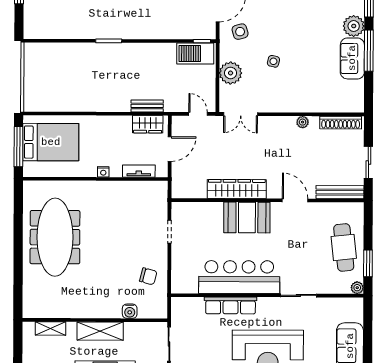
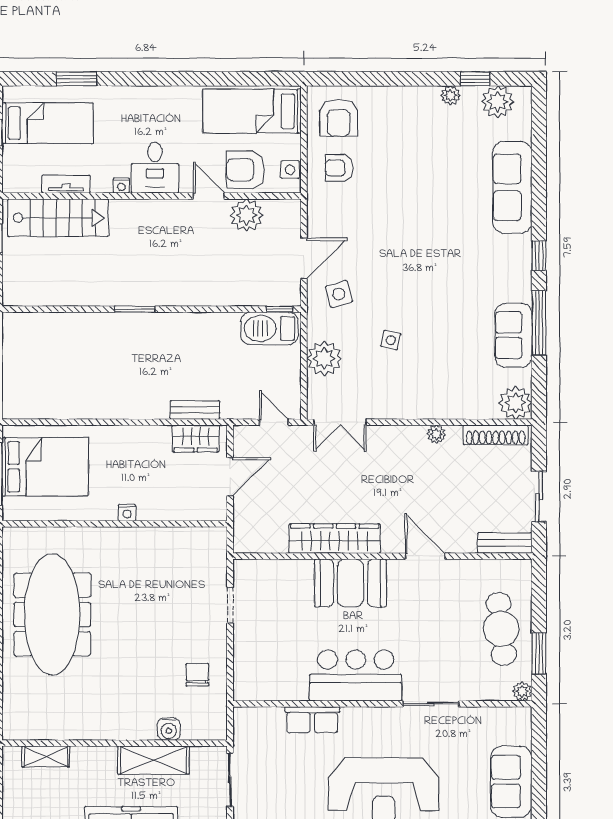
plant: (354, 26) -> (515, 403), moved
tv unit: (139, 171) -> (182, 511), removed
bench: (340, 192) -> (505, 543), width x0.73
chair: (148, 276) -> (197, 675), turned -105
bar counter: (239, 277) -> (356, 675), width x0.73
row of seats: (231, 305) -> (312, 720), width x0.68
shelving: (100, 331) -> (153, 760), moved

